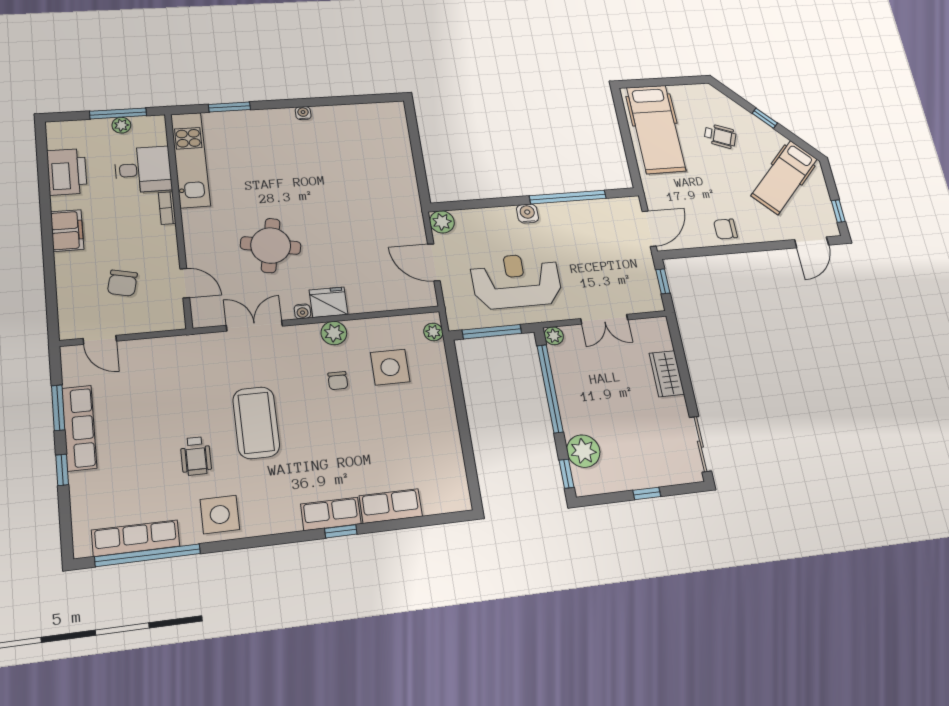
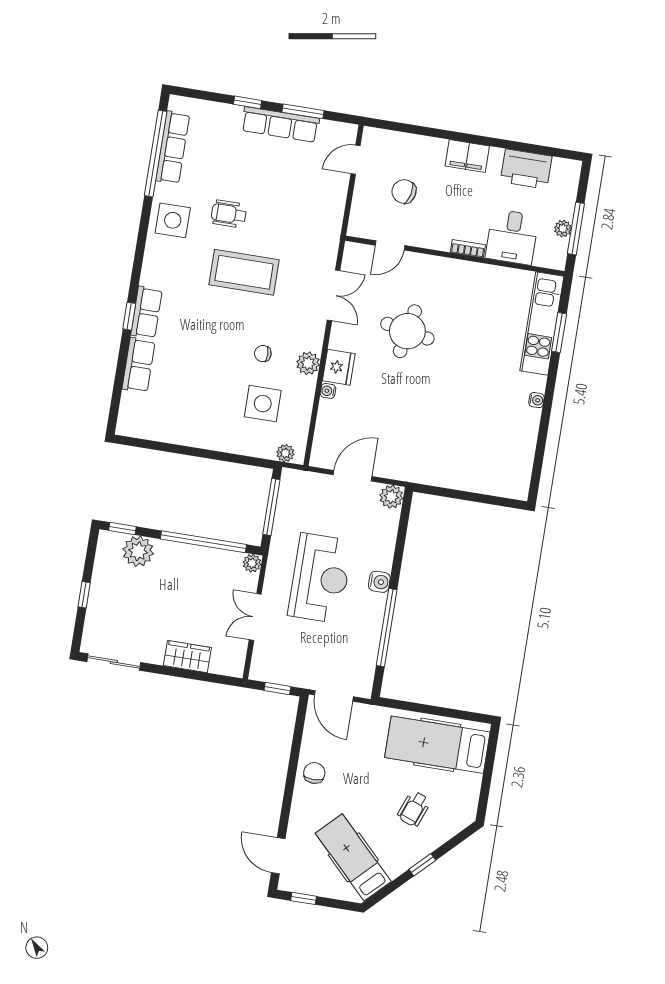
kitchen unit: (190, 160) -> (542, 323), moved, turned 90
reception desk: (516, 281) -> (320, 578), moved
water cooler: (302, 311) -> (328, 391), moved

